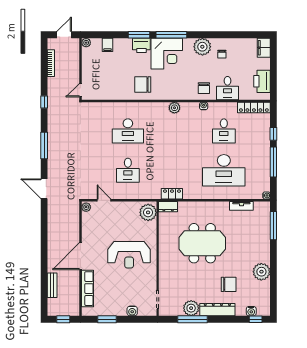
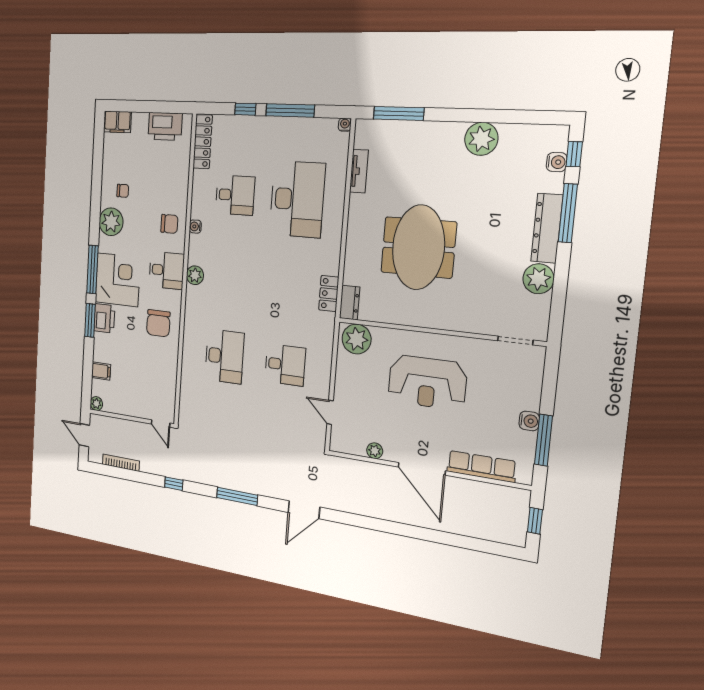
desk: (227, 88) -> (167, 270), moved
door: (104, 200) -> (330, 412), hinge flipped
plant: (86, 207) -> (375, 451), moved
reception desk: (129, 255) -> (427, 382), turned 90
chair: (229, 284) -> (500, 203), removed
bench: (52, 285) -> (469, 528), removed
water cooler: (132, 311) -> (529, 421), moved
window: (107, 319) -> (544, 440), width x1.44
window: (192, 319) -> (568, 213), moved

